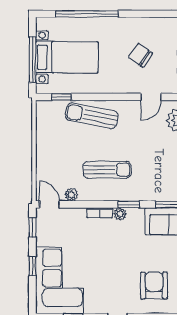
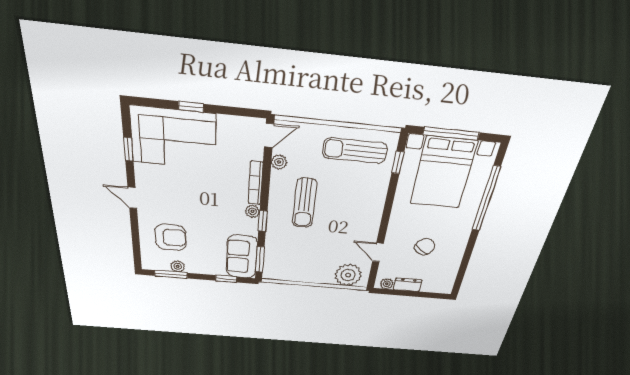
bed with nightstands: (67, 57) -> (443, 173), width x1.36
sun lounger: (92, 116) -> (355, 151), moved, turned -101
bookcase: (100, 213) -> (256, 183), width x1.56
window: (32, 227) -> (241, 112), removed

